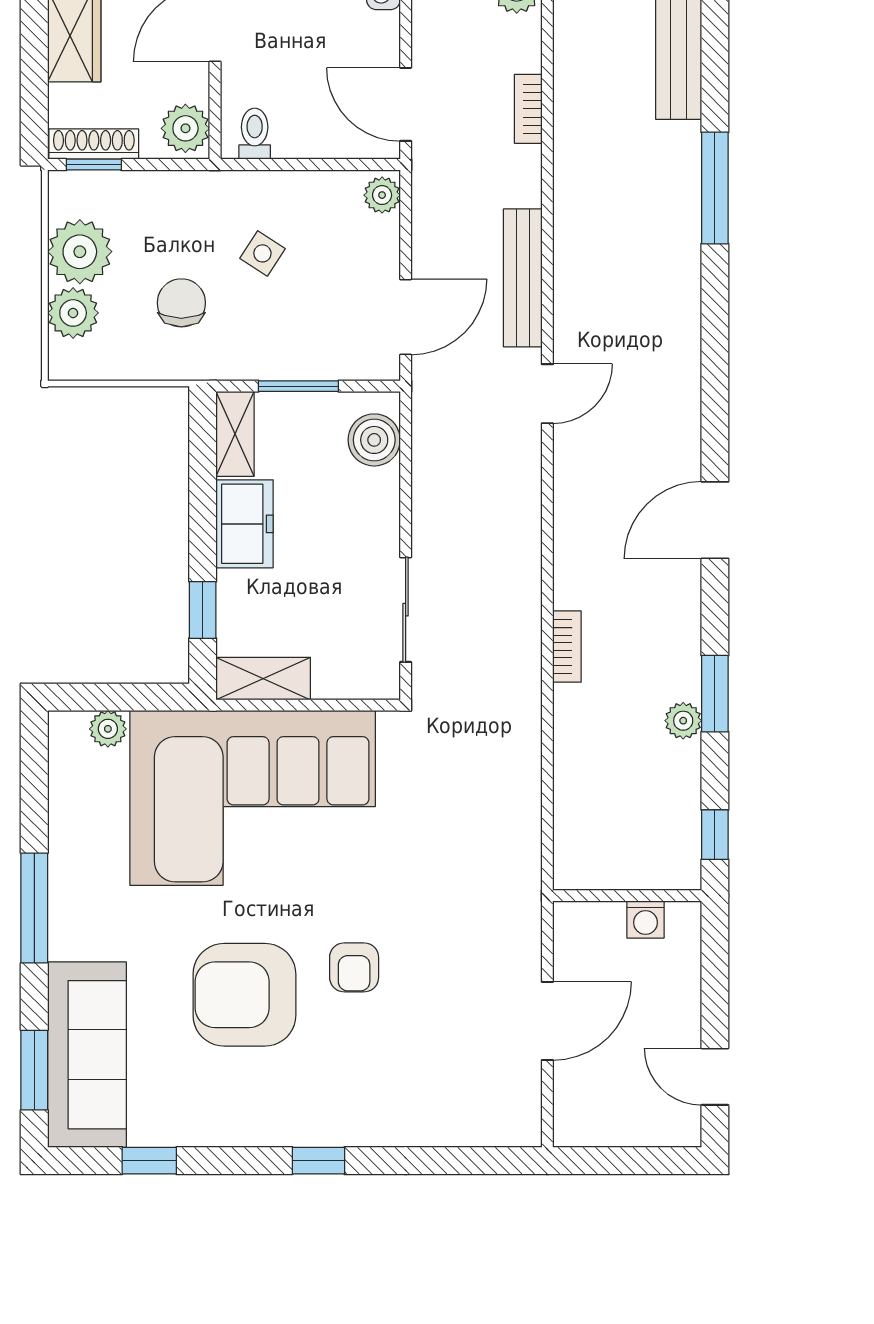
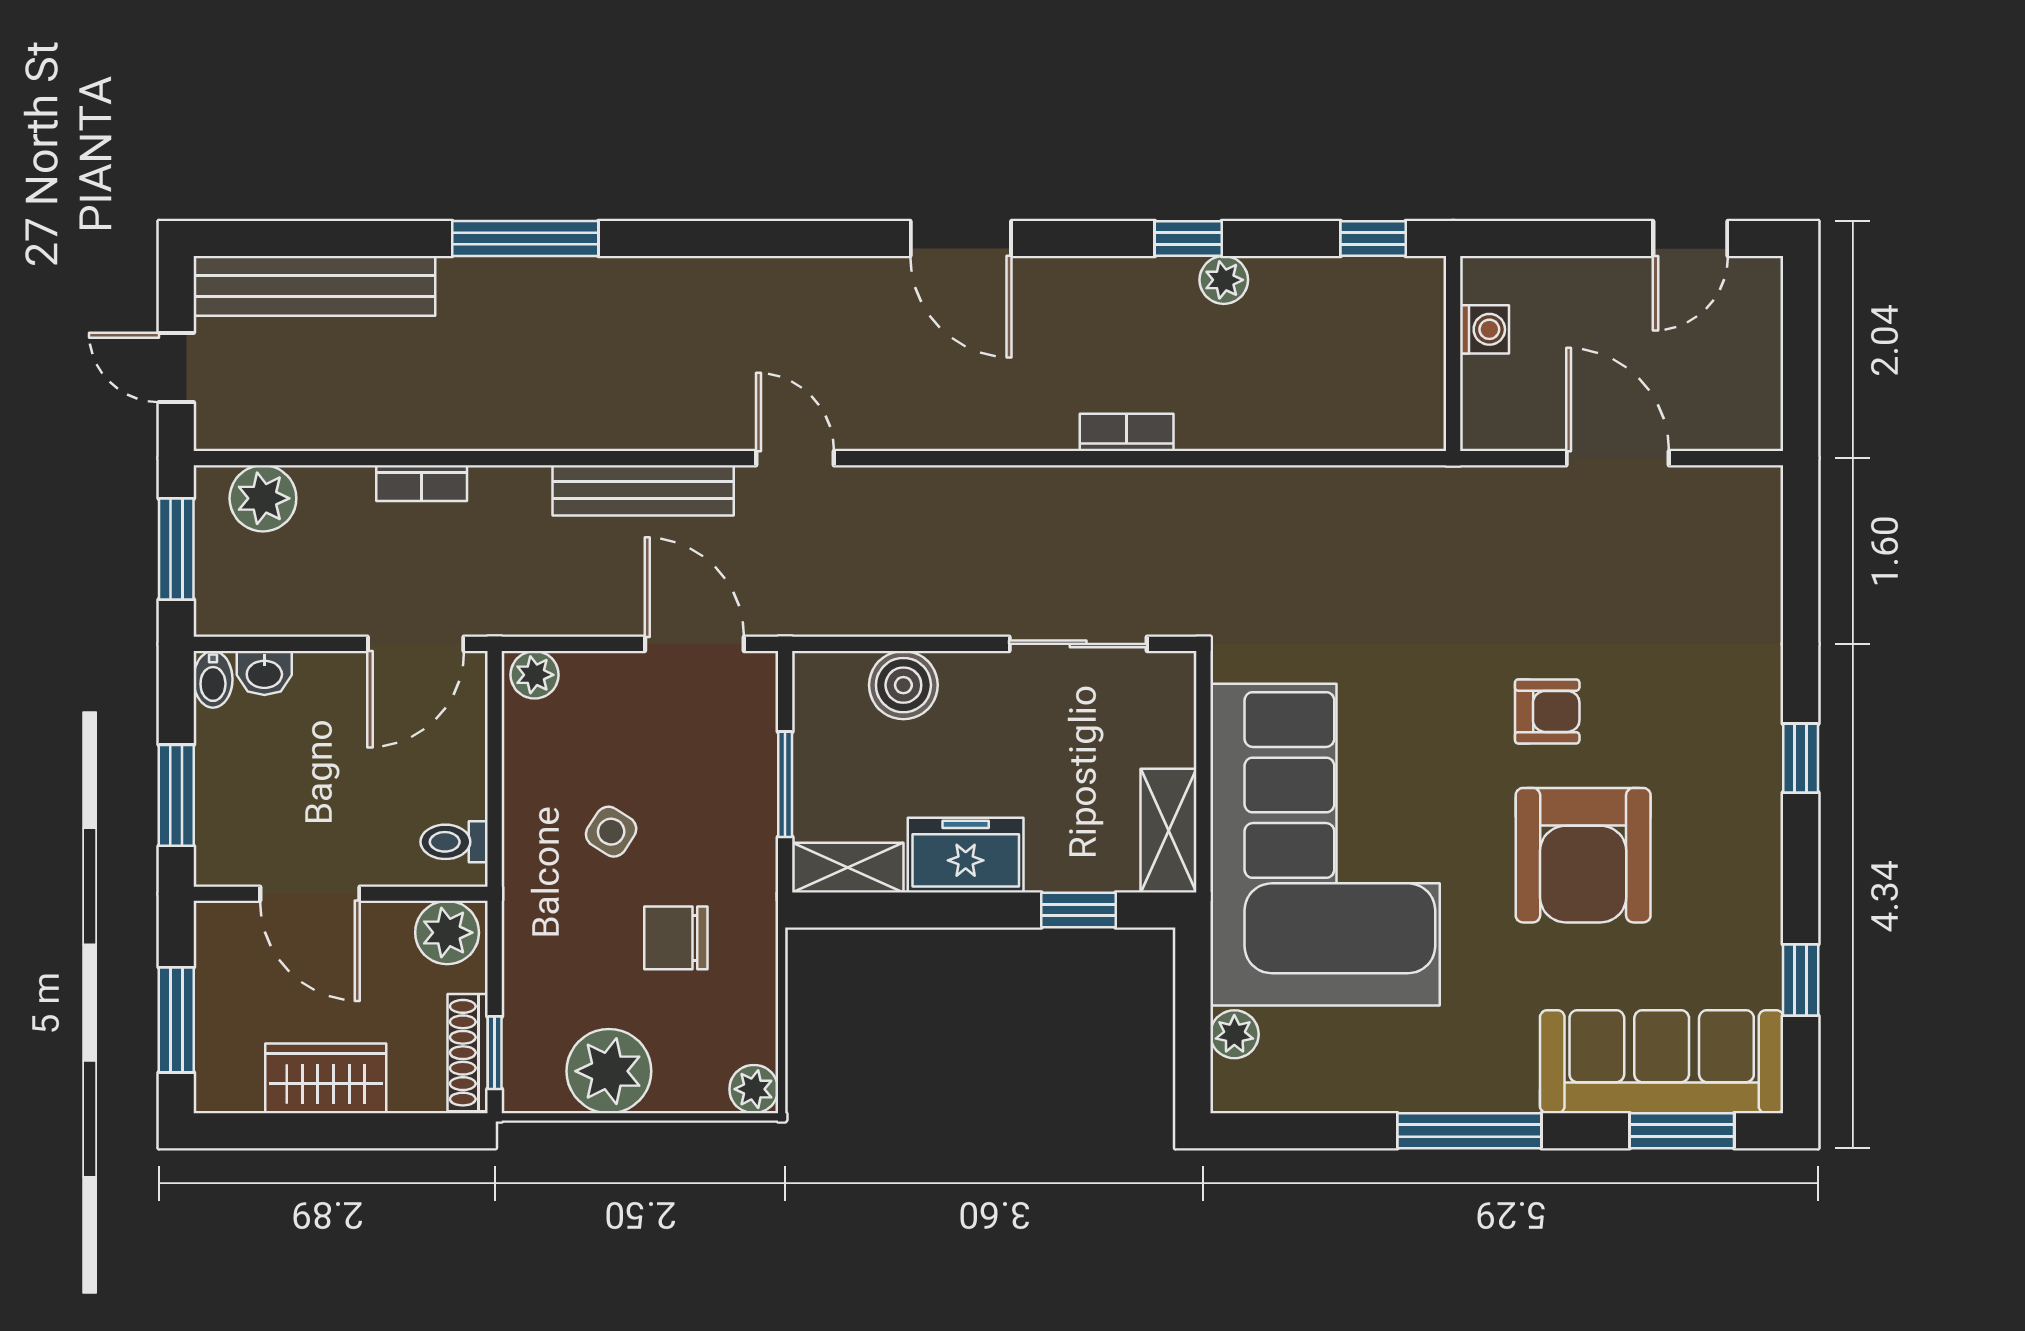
plant: (73, 313) -> (754, 1089), moved, width x0.73, depth x0.73
boiler: (374, 440) -> (903, 685), moved
window: (715, 694) -> (1188, 238), width x0.67

